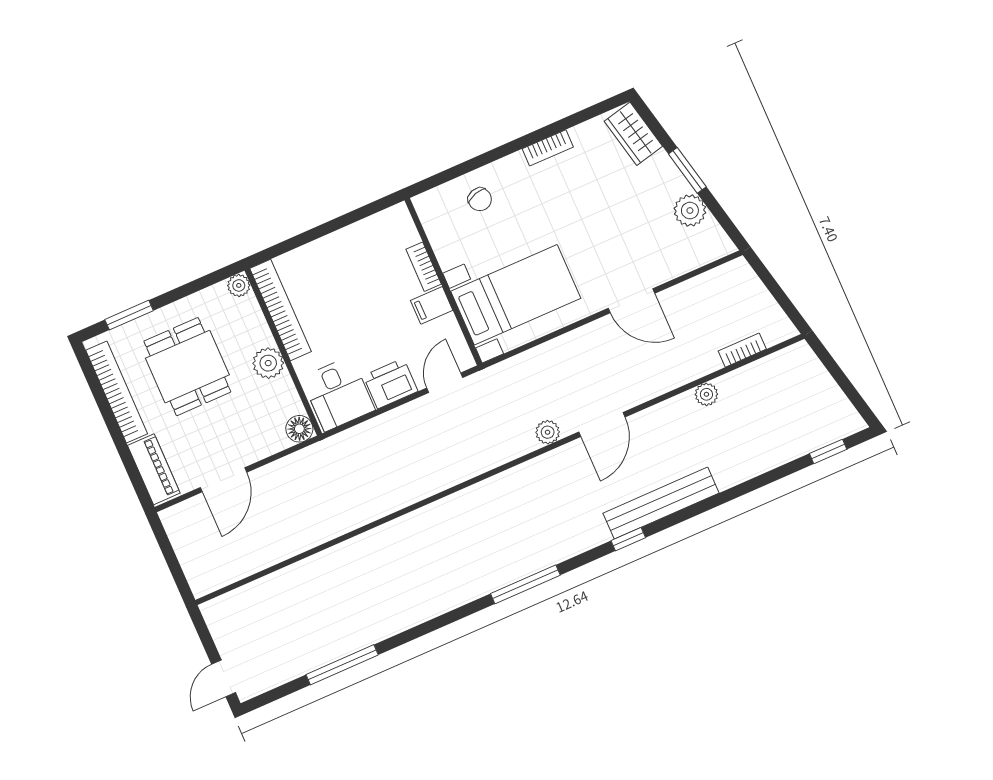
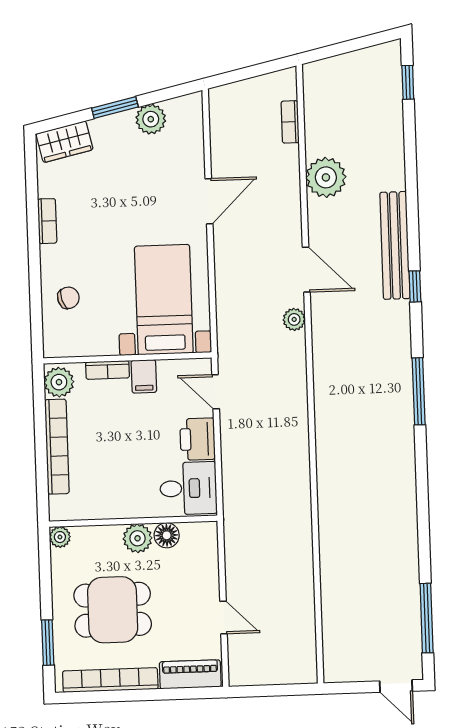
plant: (392, 223) -> (59, 382), added
bookcase: (281, 310) -> (57, 447), moved, turned 90
plant: (706, 394) -> (326, 177), width x1.87, depth x1.87
floor lamp: (299, 429) -> (167, 535), moved
door: (224, 480) -> (224, 617), width x0.73
window: (342, 665) -> (427, 618), moved

